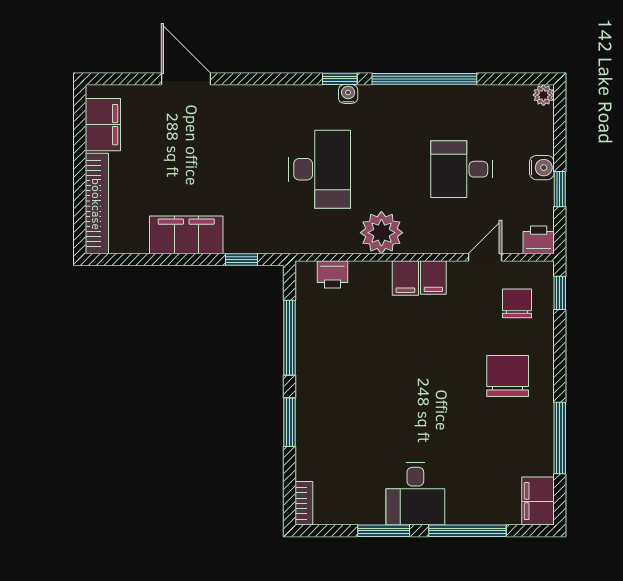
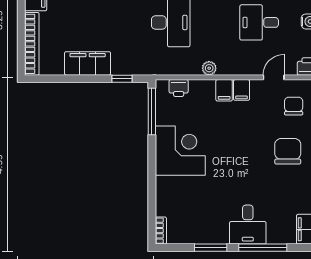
plant: (381, 233) -> (209, 68), width x0.53, depth x0.53
window: (290, 338) -> (152, 111), moved
corner desk: (335, 375) -> (180, 151), added
window: (290, 422) -> (152, 180), removed
desk: (415, 494) -> (248, 225), moved

